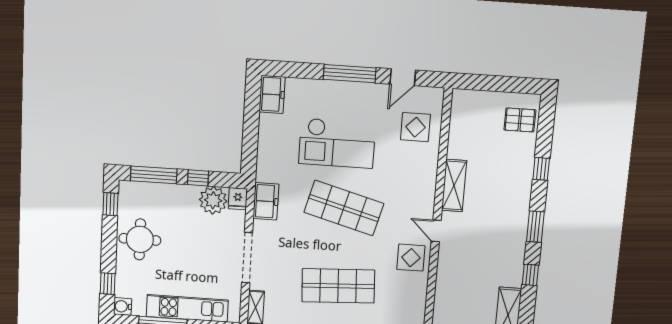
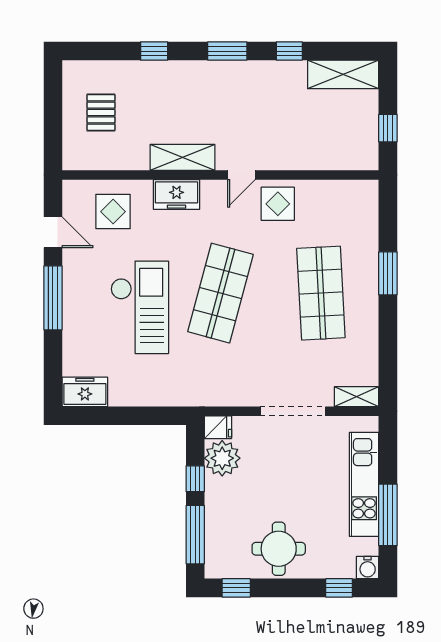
pallet: (520, 120) -> (101, 112), moved
freezer: (266, 201) -> (177, 194), moved, turned 180

